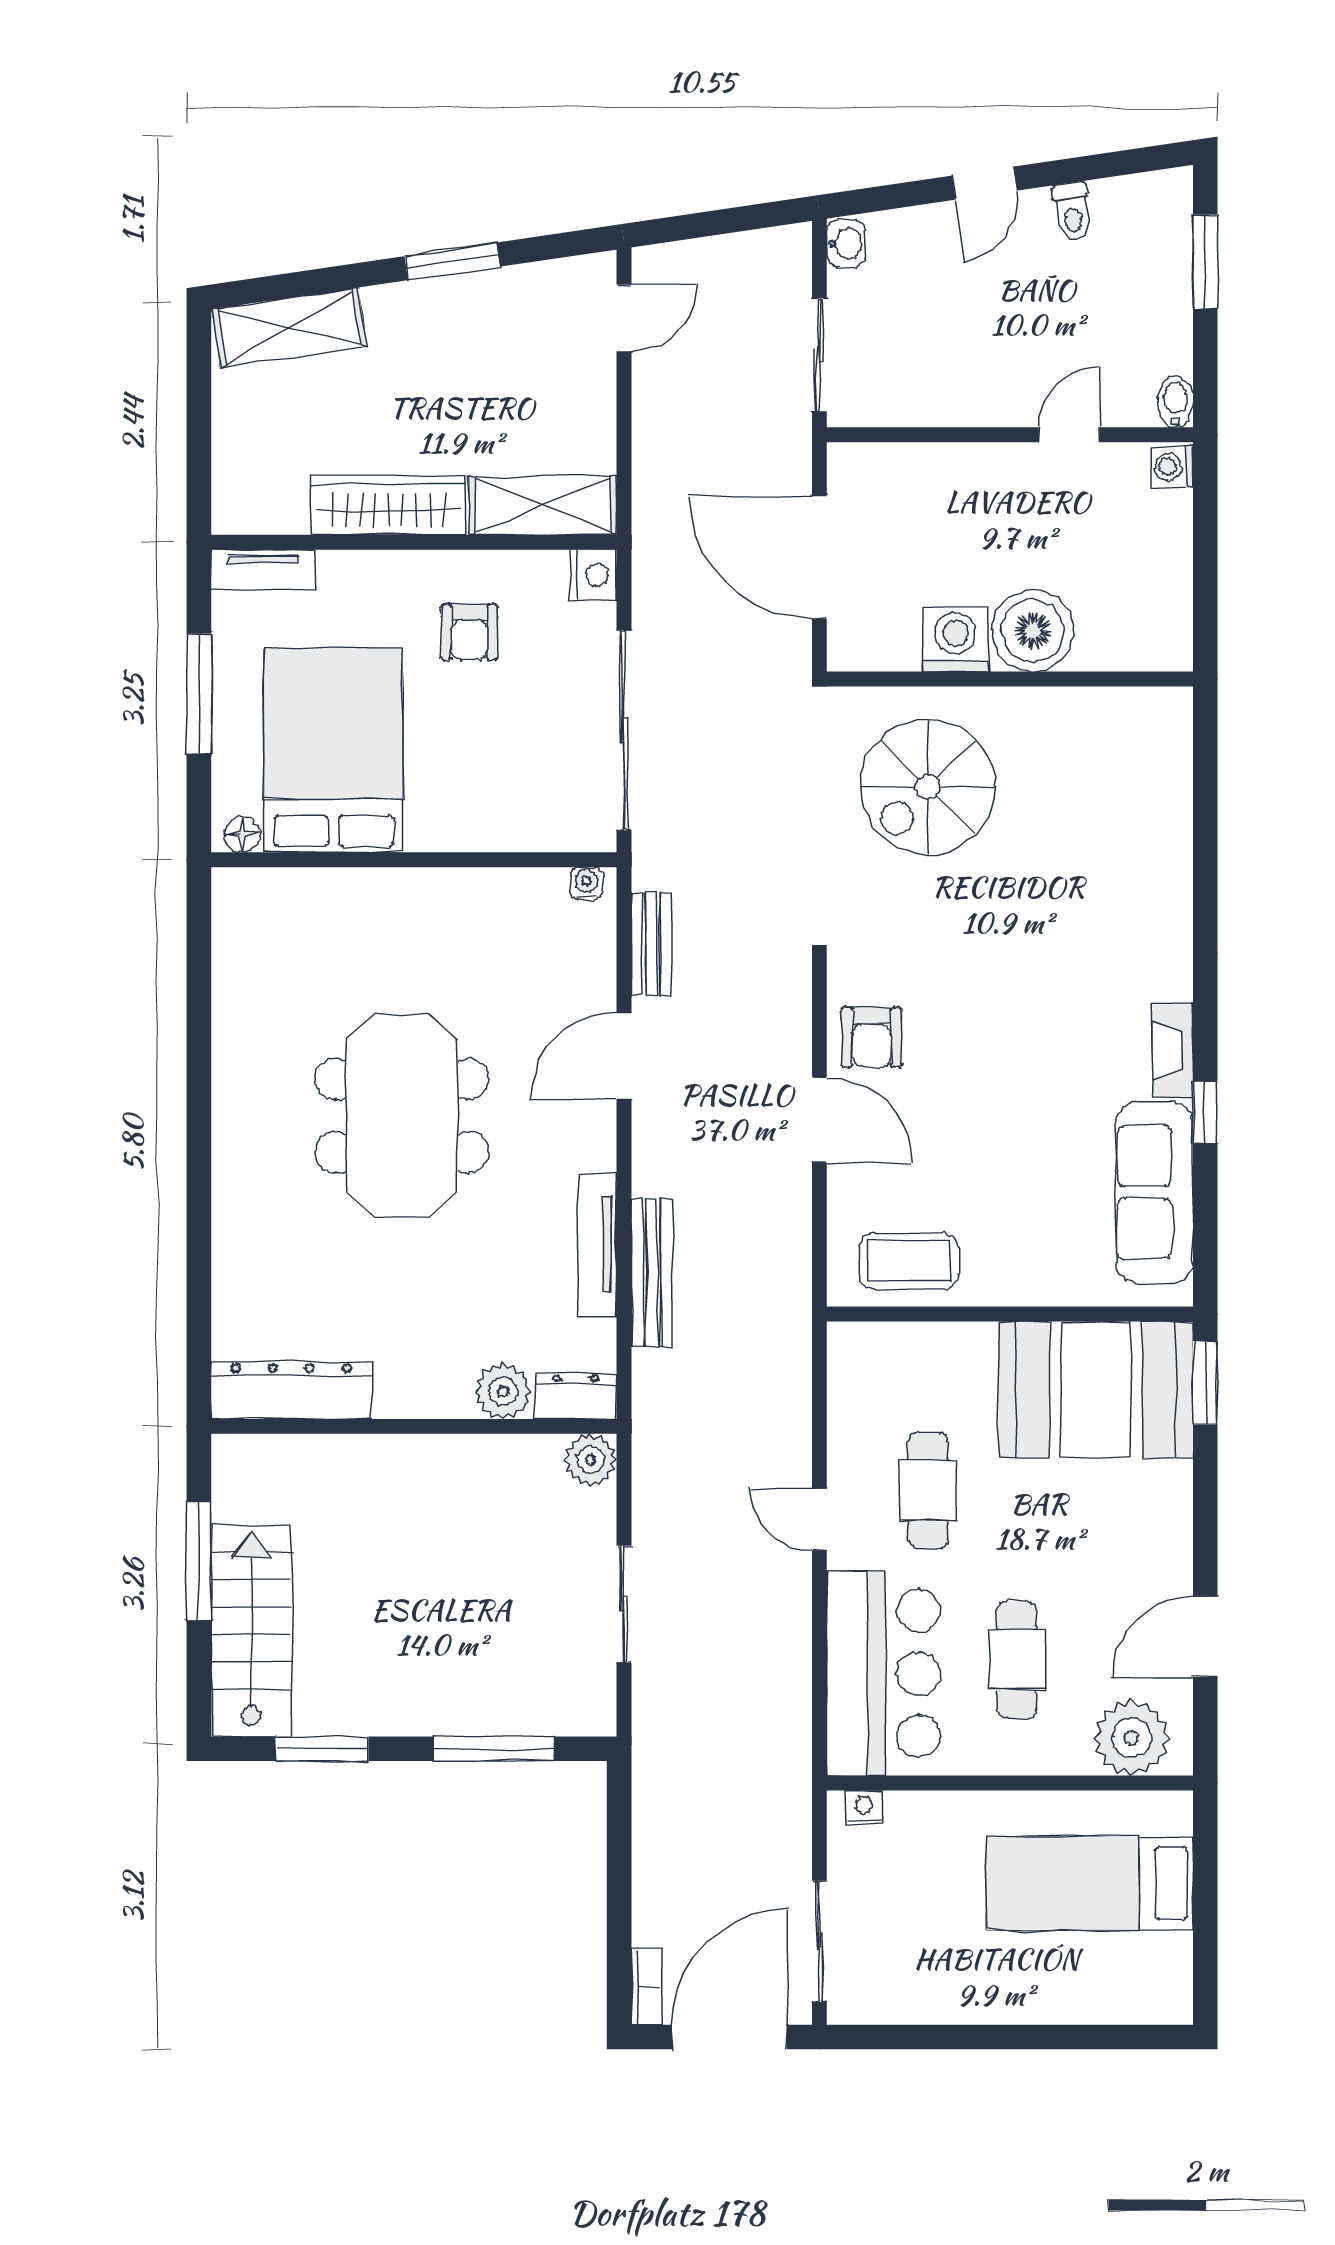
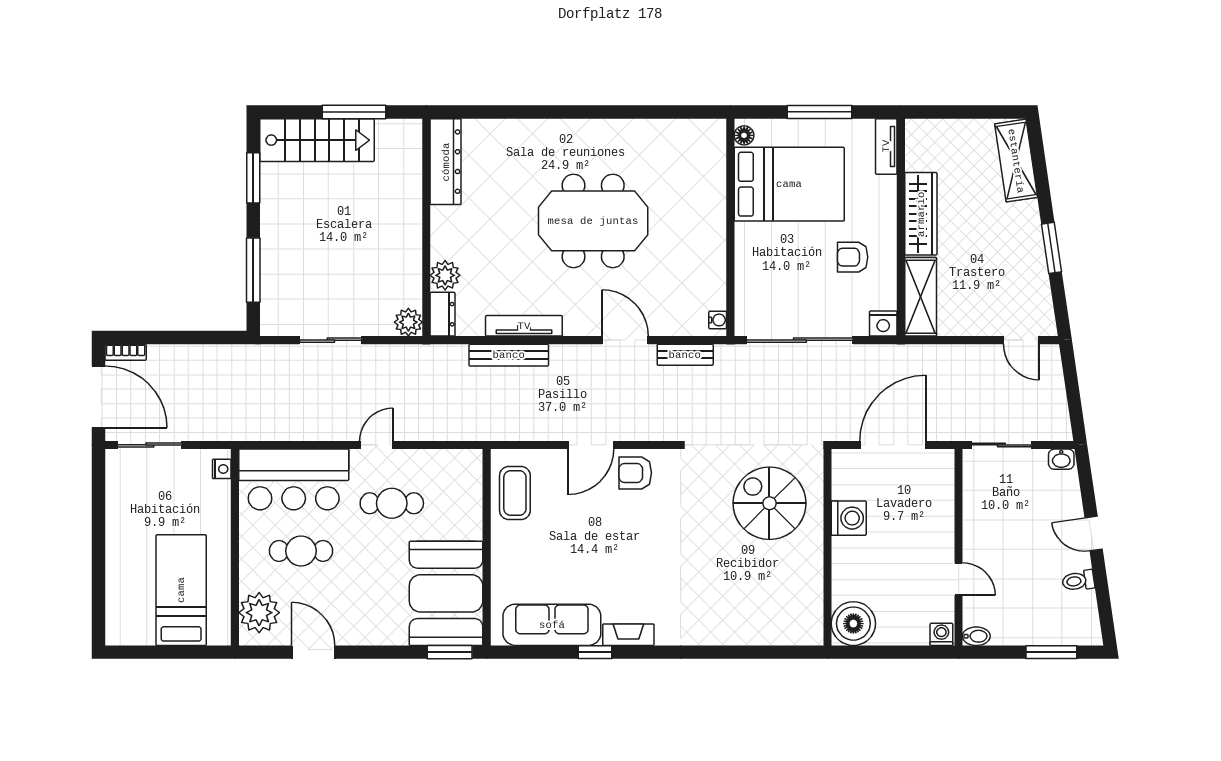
boiler: (1033, 631) -> (853, 624), moved

